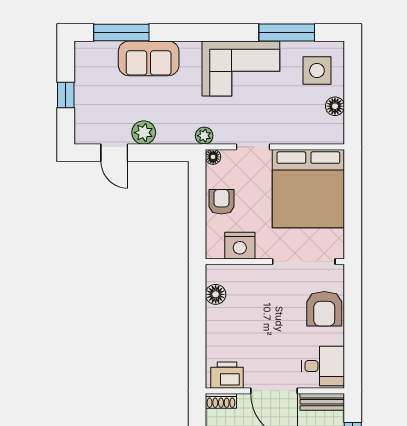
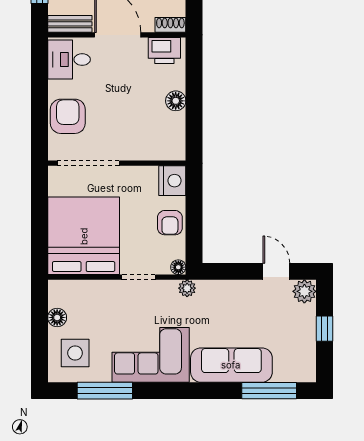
sofa: (149, 58) -> (231, 365), width x1.36
plant: (144, 133) -> (304, 291), moved
nightstand: (240, 246) -> (172, 181), moved, turned 90
floor lamp: (216, 294) -> (176, 101), moved

